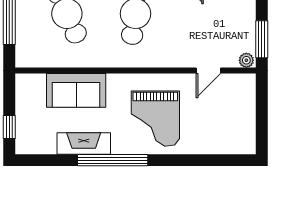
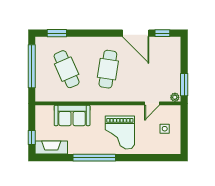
side table: (230, 112) -> (165, 129), added
fireplace: (84, 143) -> (51, 147), moved

